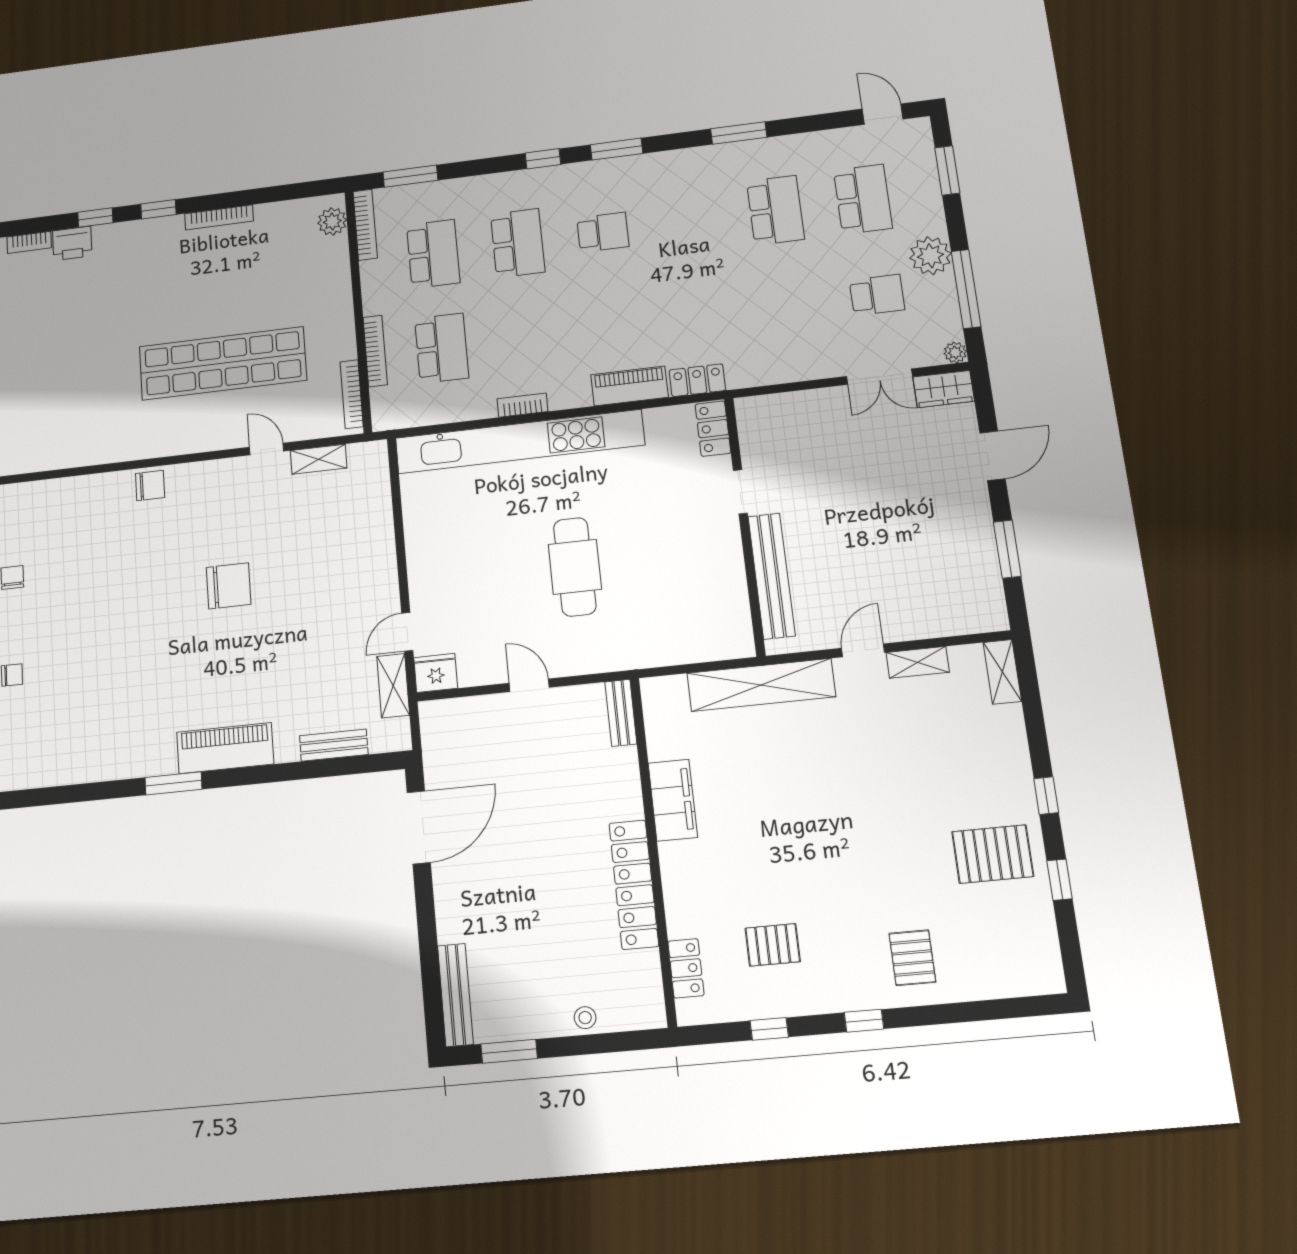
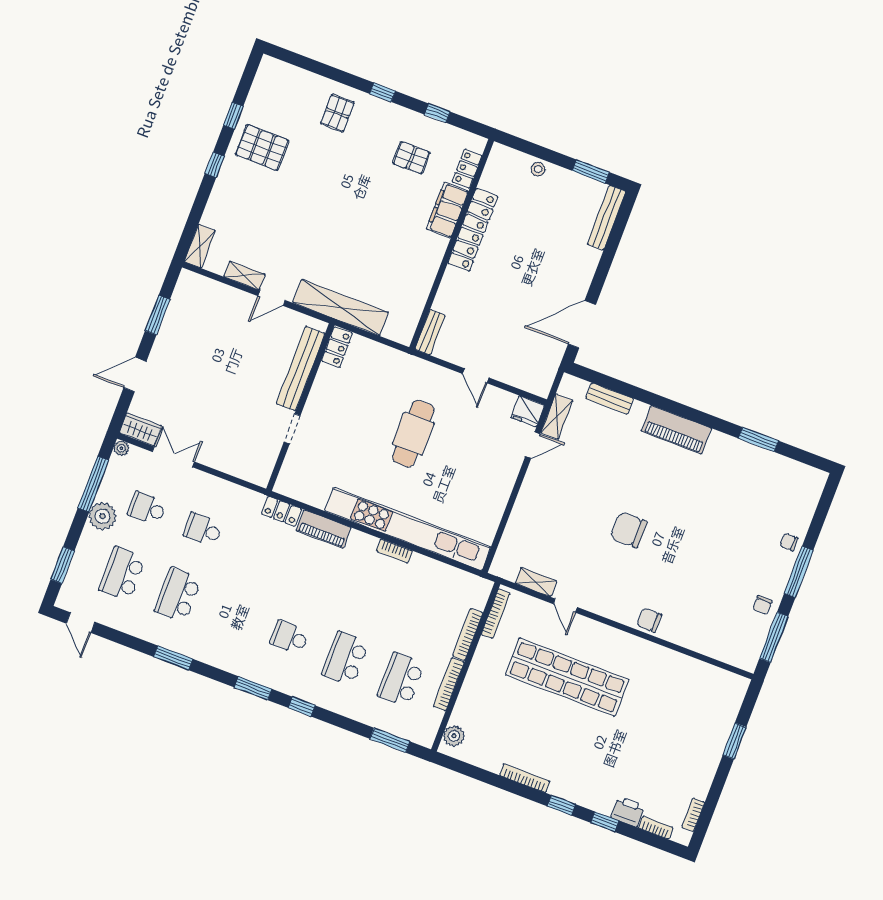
bookcase: (365, 225) -> (449, 684), moved
school desk: (442, 348) -> (203, 530), moved, width x0.54
locker: (713, 429) -> (337, 347), moved
window: (173, 783) -> (758, 439), moved
filing cabinet: (673, 800) -> (447, 210), moved

